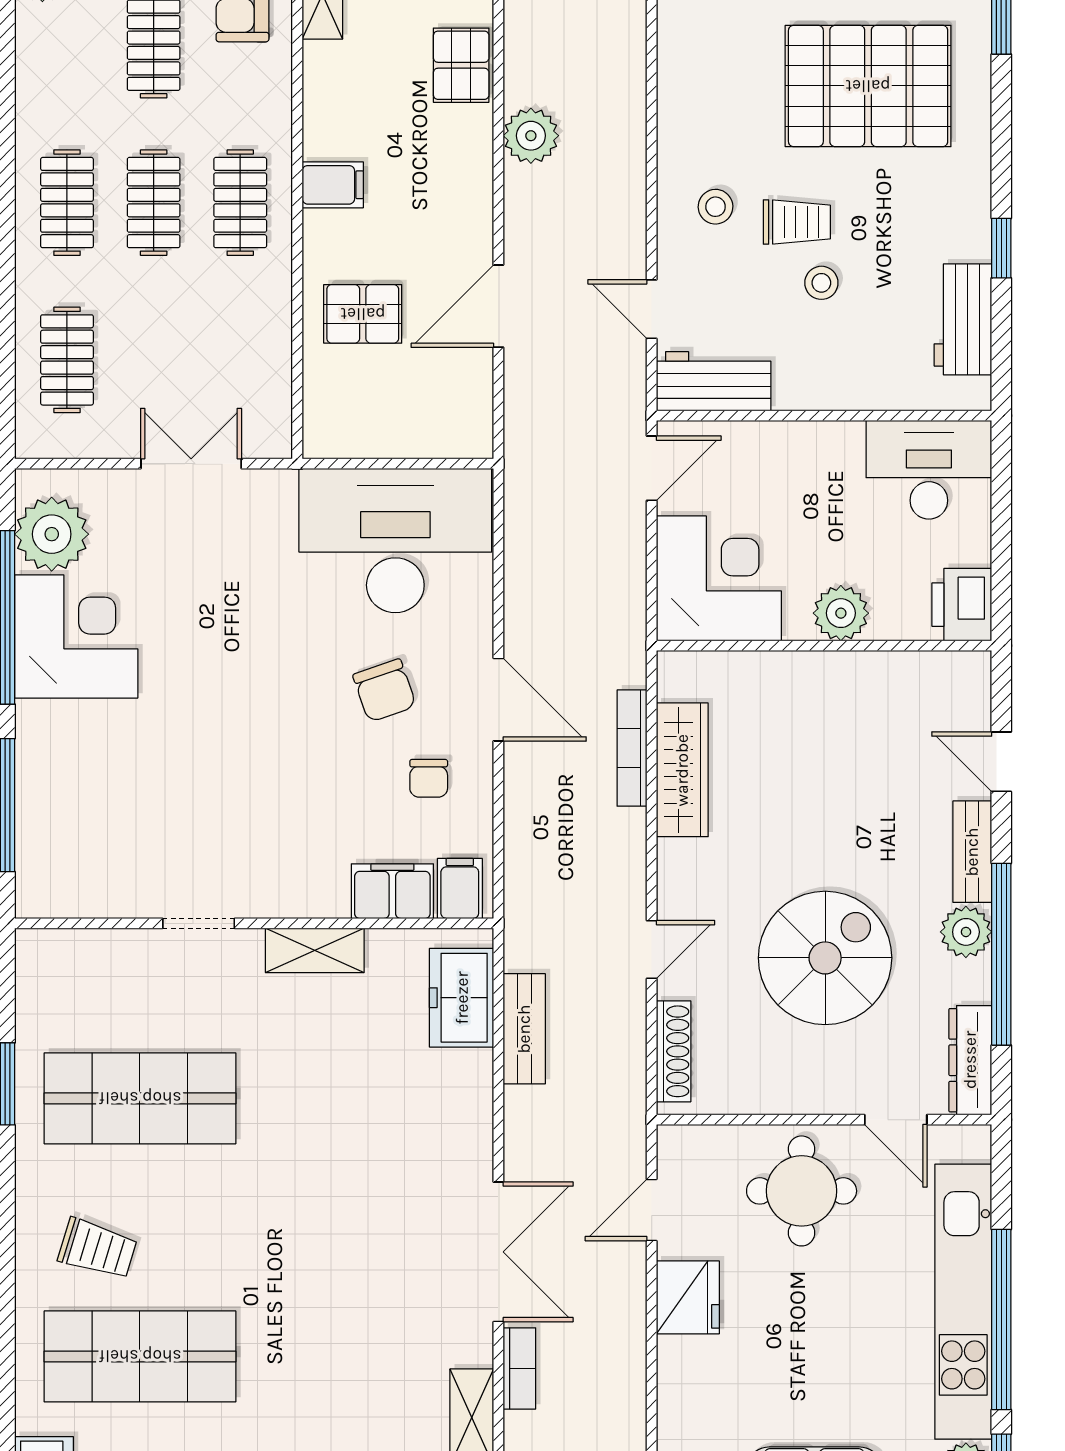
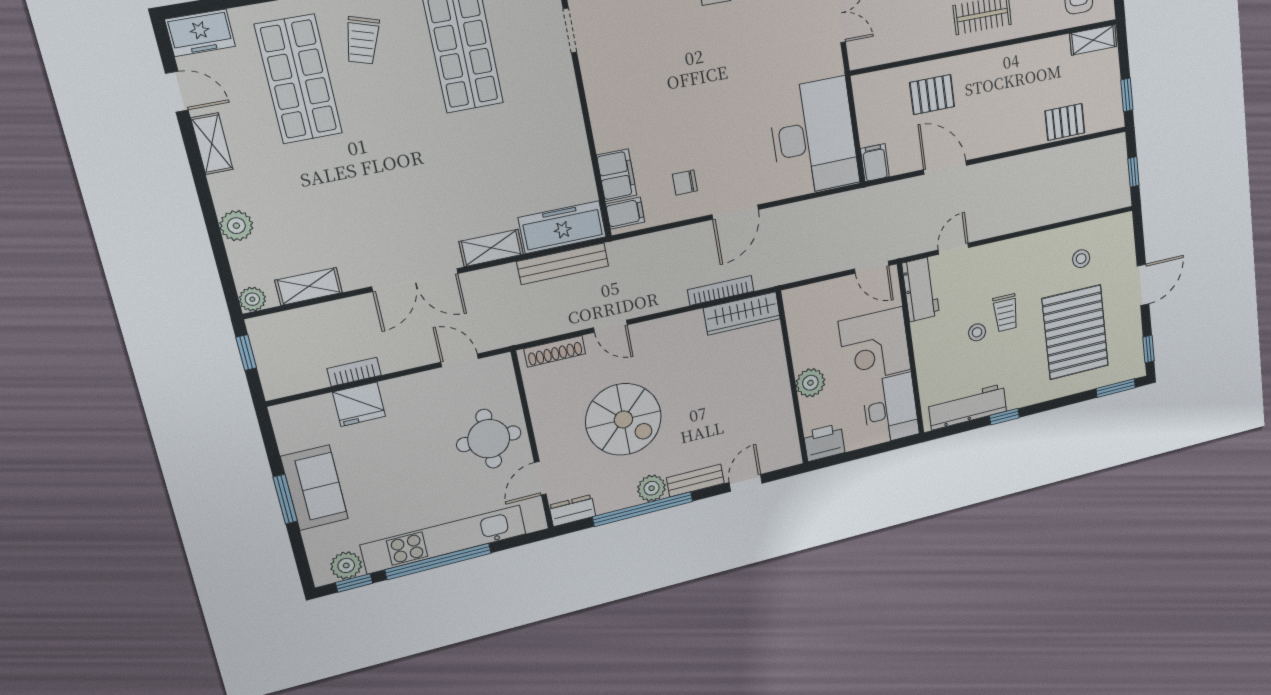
plant: (531, 136) -> (1033, 166), removed
filing cabinet: (333, 185) -> (875, 163), moved, turned 180
stool: (716, 207) -> (1081, 259), moved
pallet: (363, 314) -> (932, 95), turned 90
workbench: (963, 319) -> (967, 407), width x1.38
corner desk: (719, 578) -> (875, 346), moved, turned 90
chair: (384, 690) -> (730, 148), removed
wardrobe: (682, 770) -> (742, 313), moved
doorway: (199, 923) -> (570, 31), moved
shelving: (315, 950) -> (491, 248), moved, turned 90
freezer: (462, 998) -> (562, 227), width x1.40
bench: (524, 1029) -> (563, 264), width x1.36
dresser: (970, 1060) -> (572, 511), width x0.70
fridge: (688, 1297) -> (359, 404), moved
bookcase: (519, 1368) -> (354, 372), moved, turned 180

